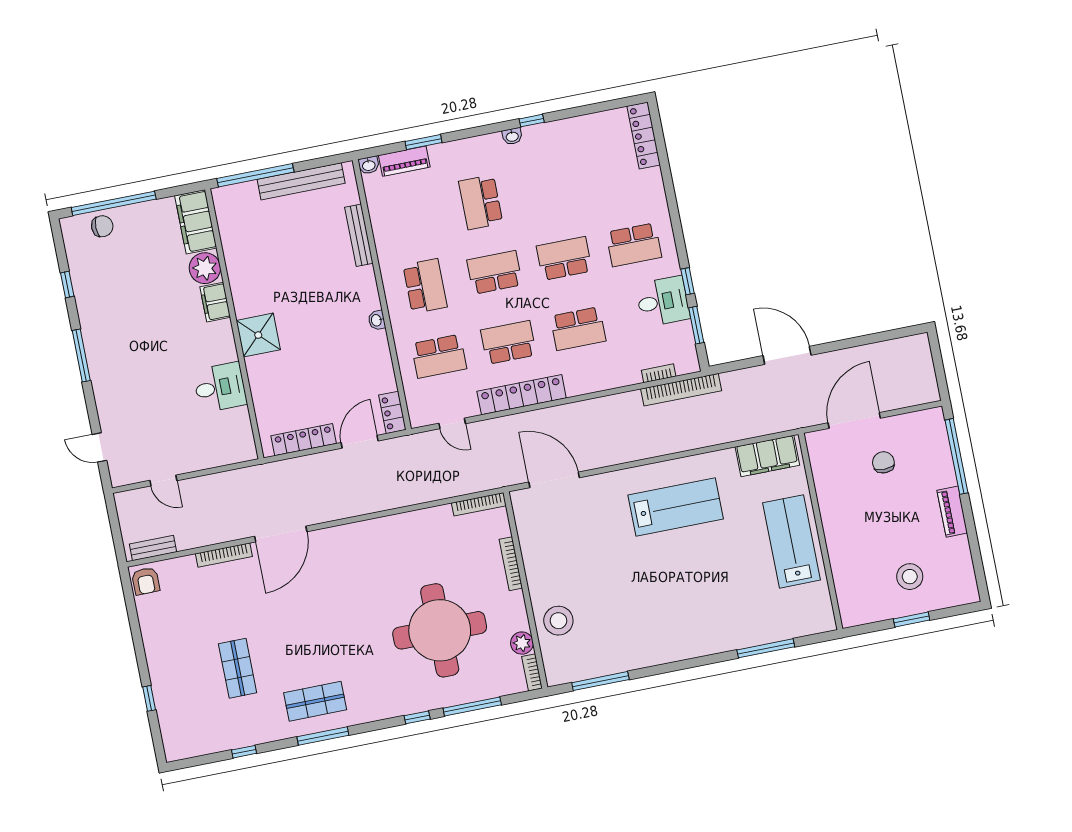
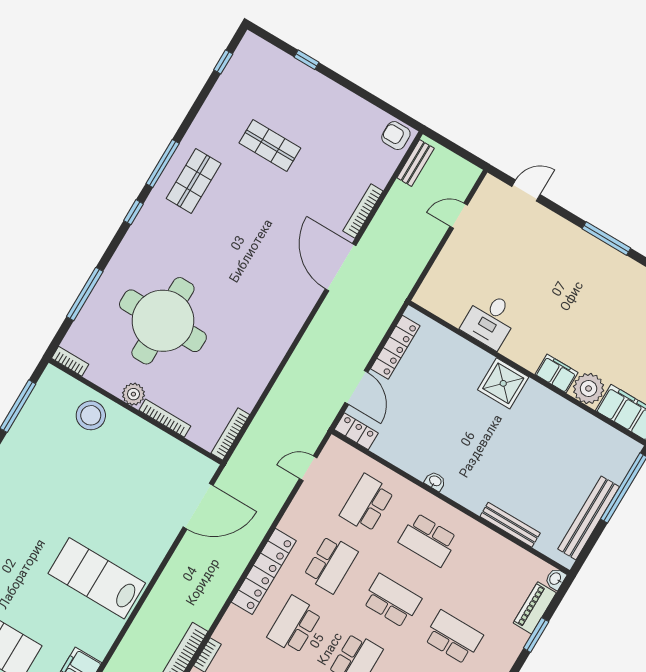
school desk: (495, 272) -> (392, 601), turned -90
locker: (522, 395) -> (264, 571), moved
lab bench: (676, 507) -> (97, 578), turned 90
plant: (522, 643) -> (133, 394), moved
window: (417, 717) -> (133, 212), moved
window: (244, 752) -> (223, 62), moved

